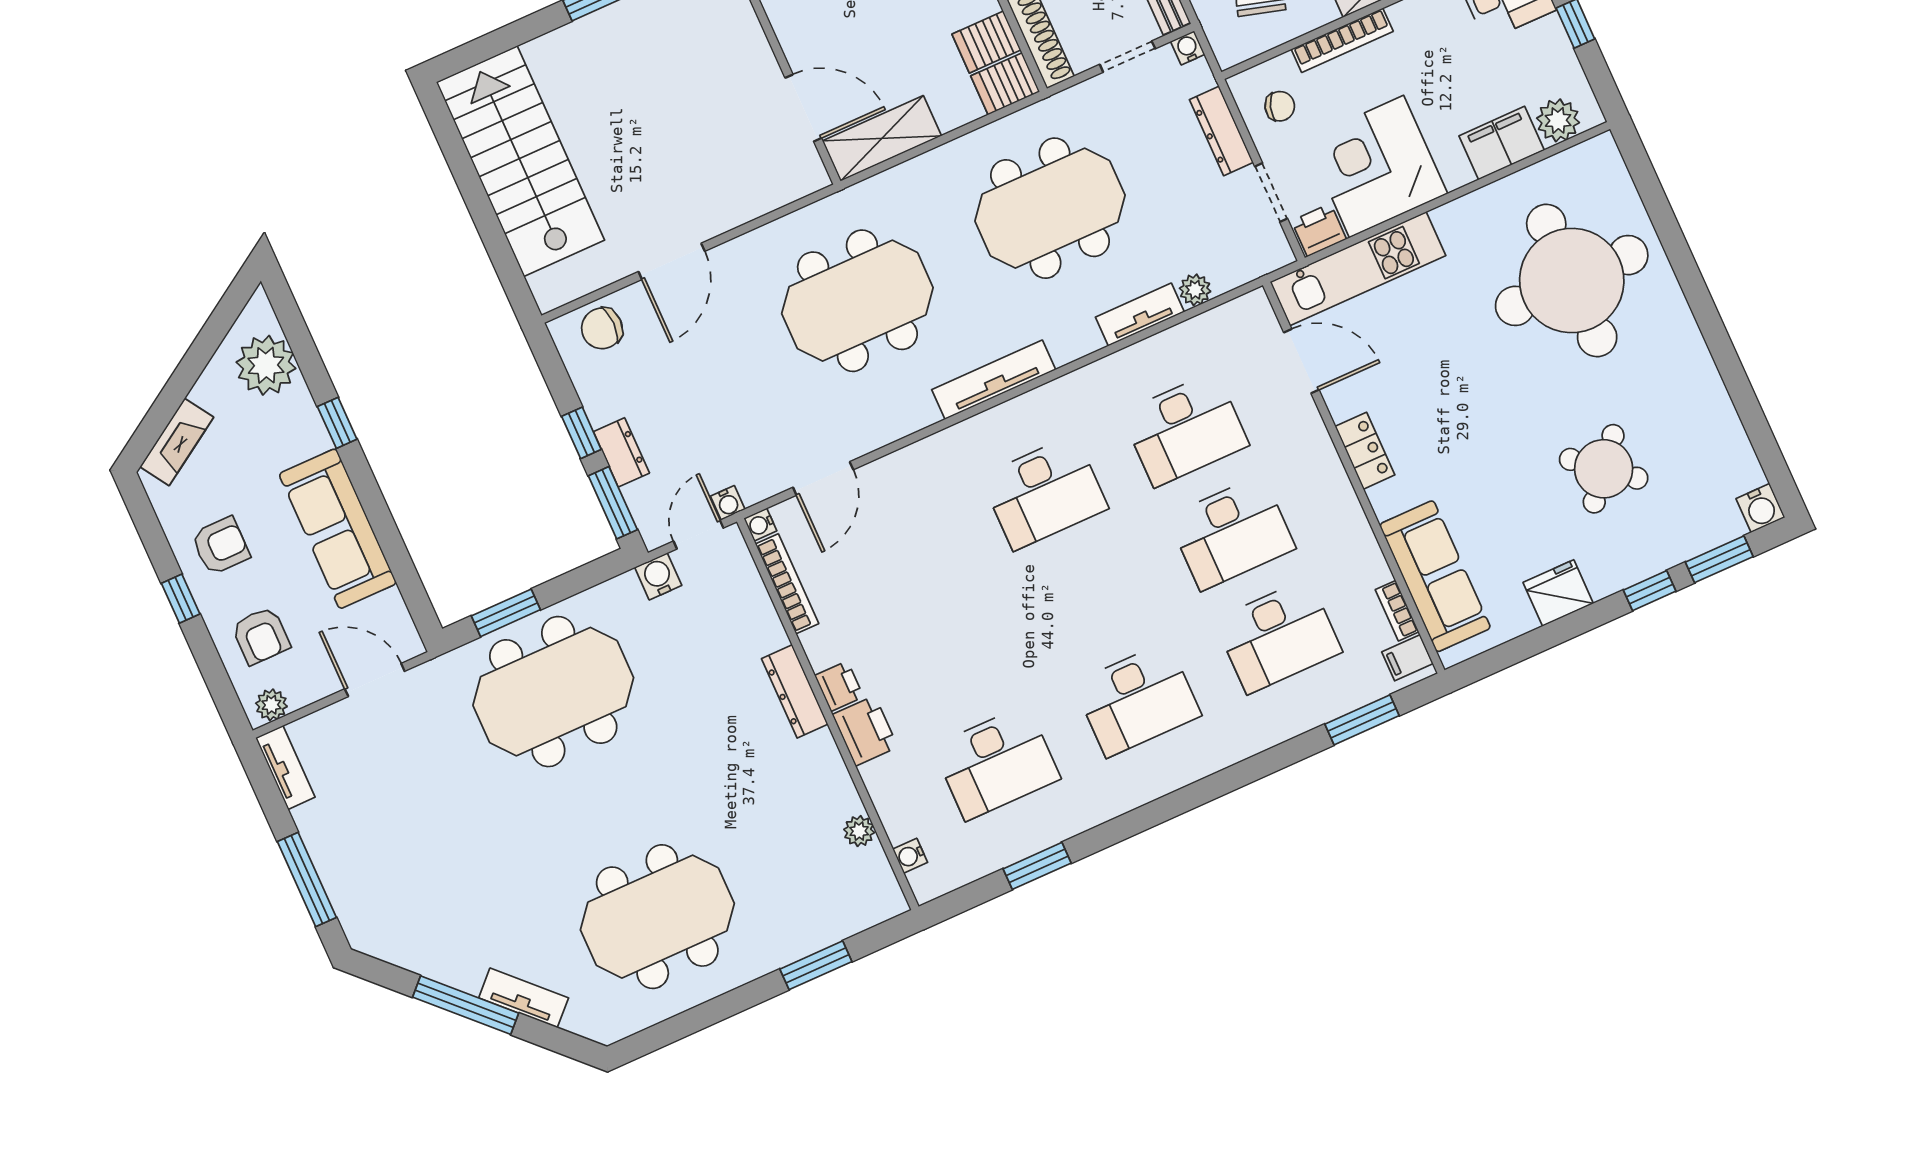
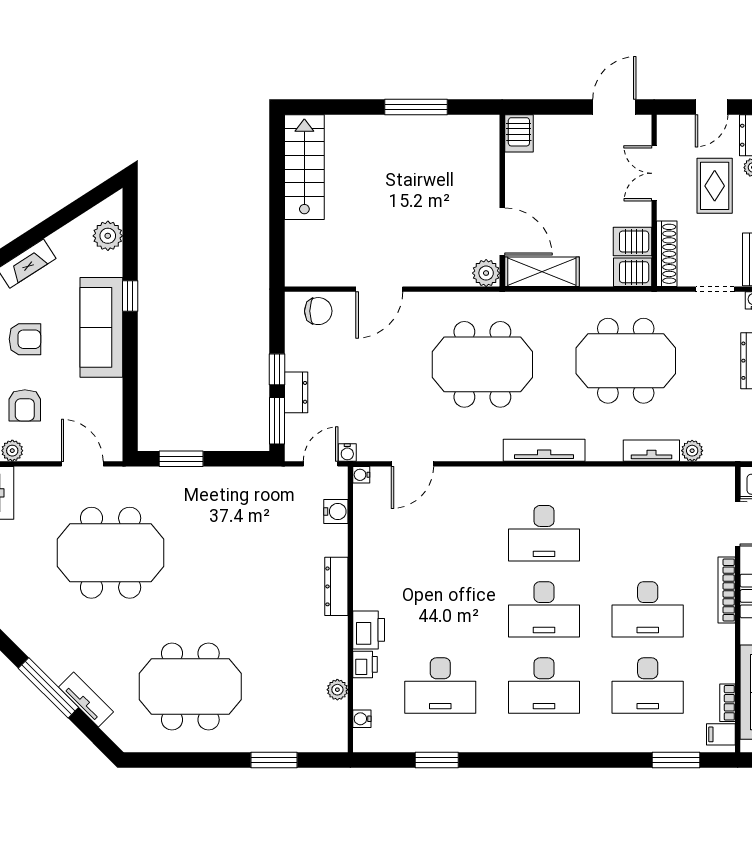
stairs: (520, 161) -> (304, 167), width x0.73, depth x0.66
plant: (807, 174) -> (486, 273), added
chair: (602, 328) -> (318, 311), turned 180
plant: (266, 365) -> (108, 236), width x0.73, depth x0.73
desk: (1185, 429) -> (544, 609), moved
sofa: (338, 529) -> (101, 327), moved
water cooler: (658, 576) -> (336, 512), moved, turned 90
bookcase: (787, 584) -> (727, 590), moved, turned 180
printer: (839, 686) -> (365, 664), moved
meeting table: (553, 692) -> (111, 553), moved

